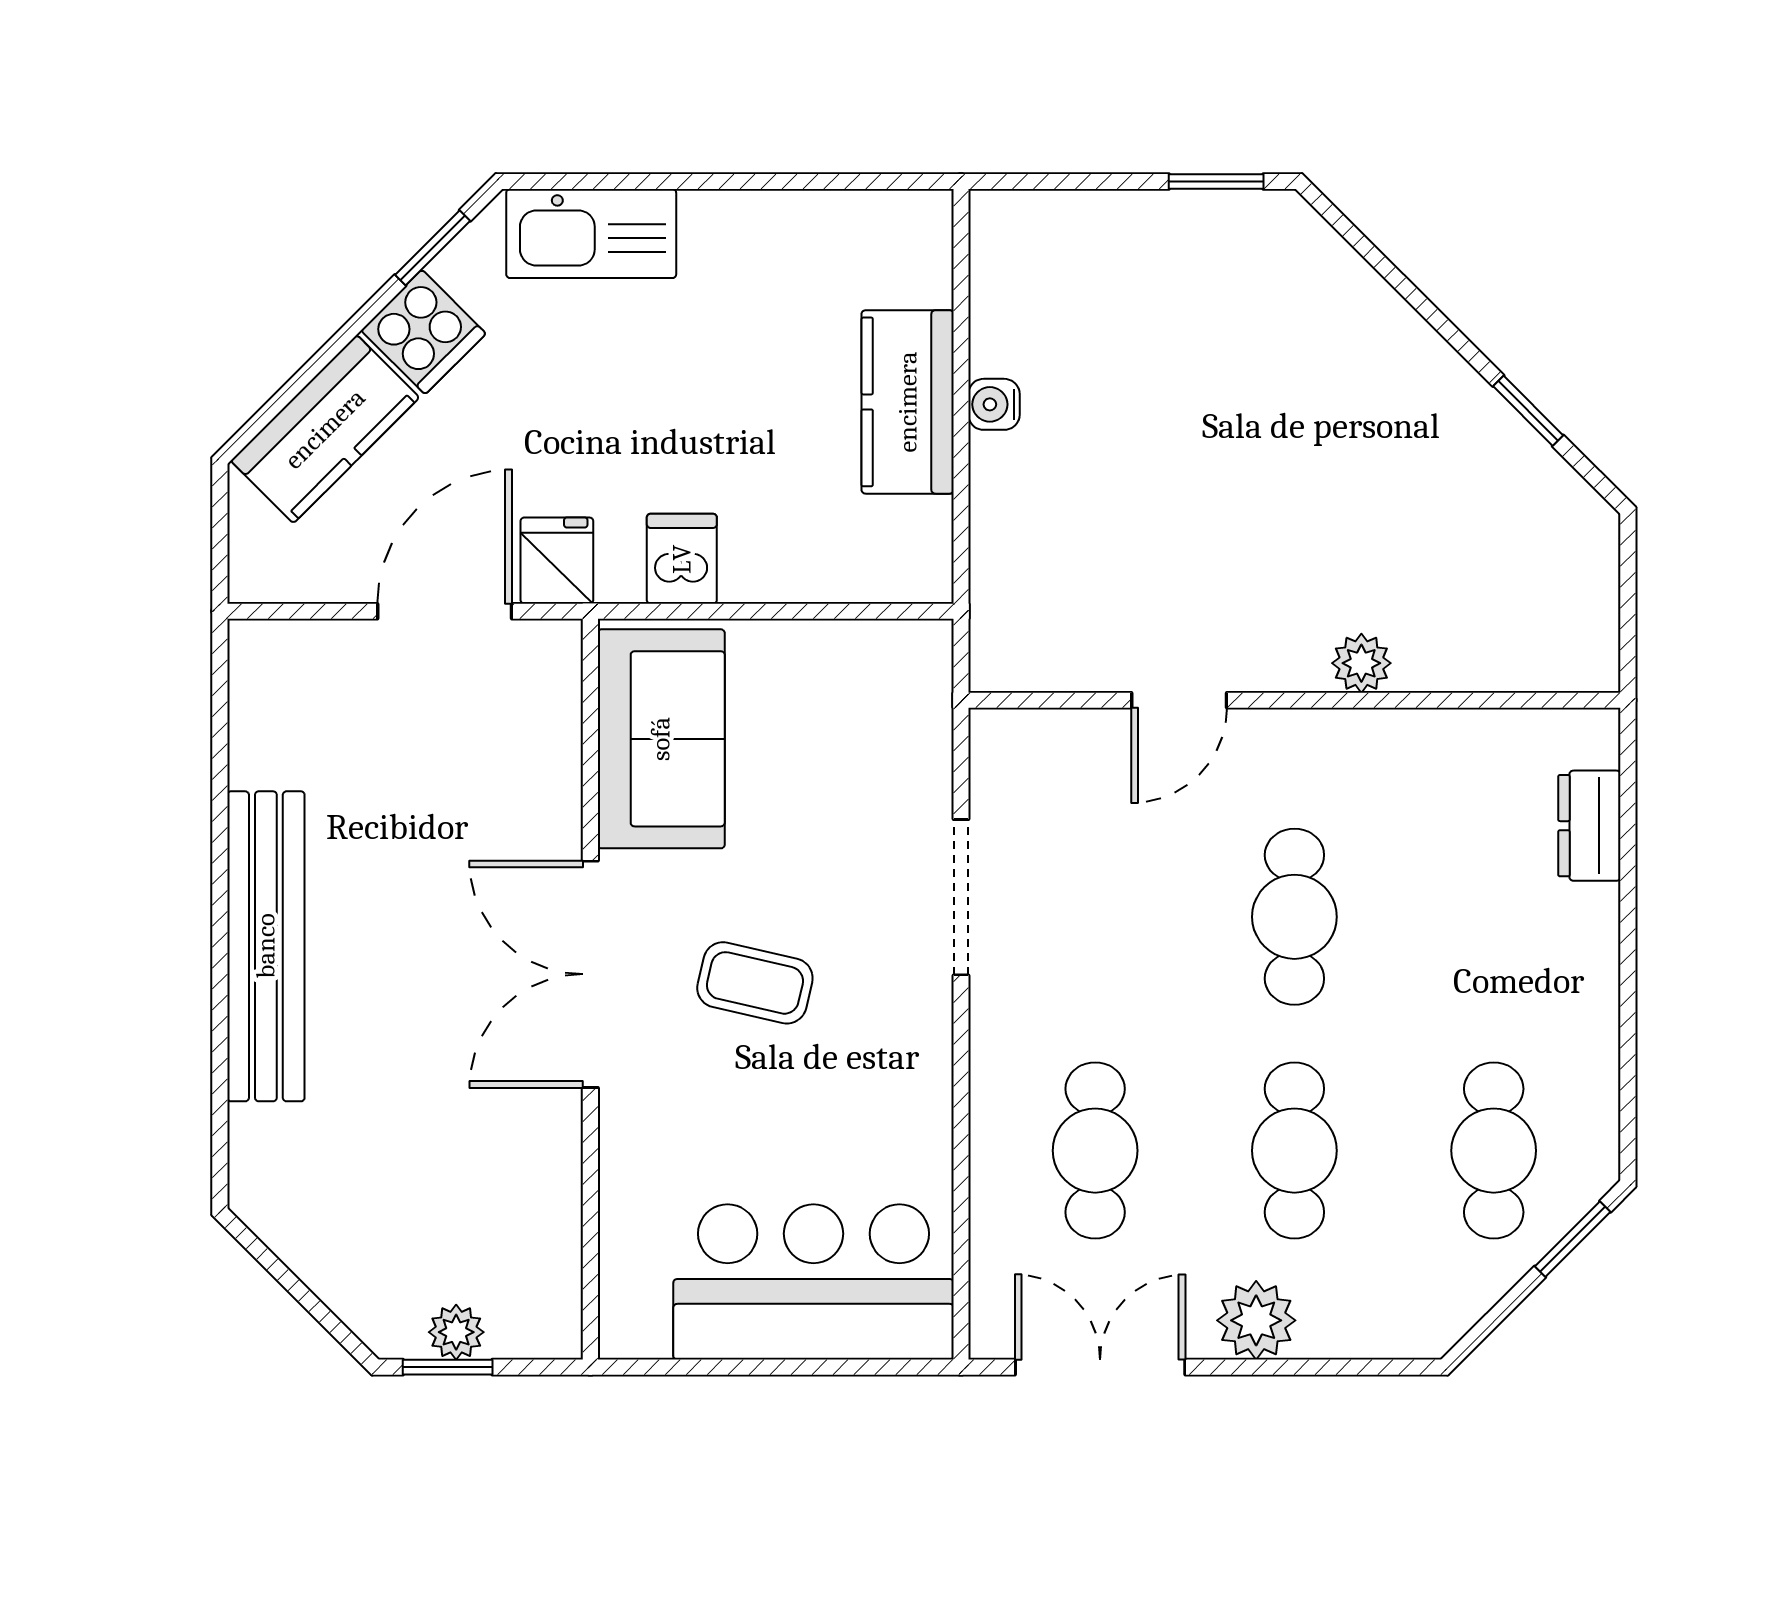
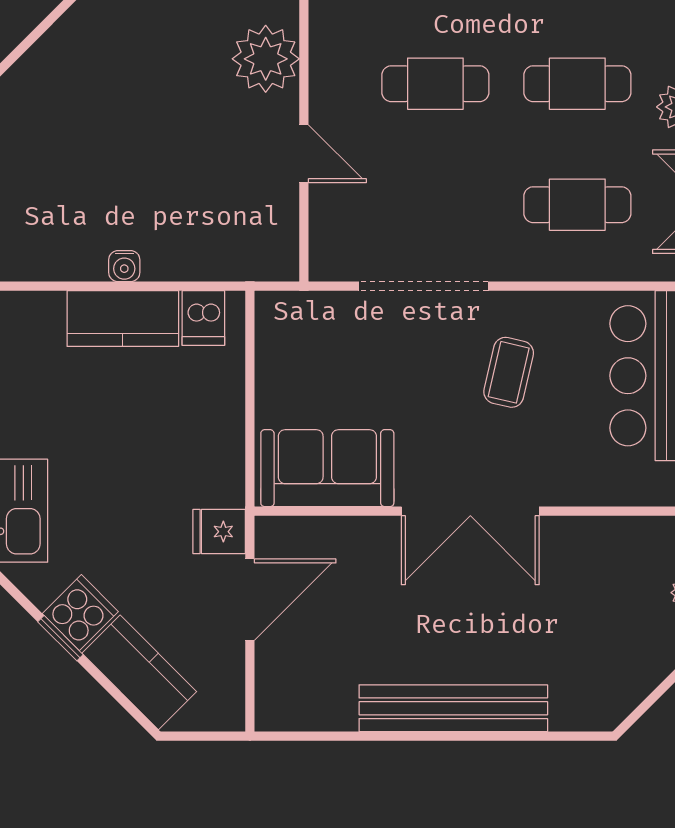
window: (433, 248) -> (60, 638), moved
dishwasher: (682, 559) -> (203, 318), moved, turned -90
door: (445, 611) -> (250, 600), swing flipped
plant: (1361, 663) -> (266, 59), width x1.87, depth x1.87
doorway: (961, 897) -> (424, 286), width x1.36
coffee table: (755, 983) -> (509, 372), moved

